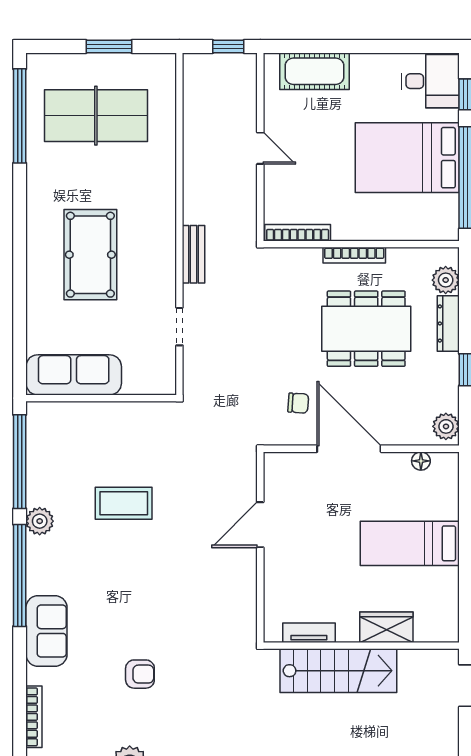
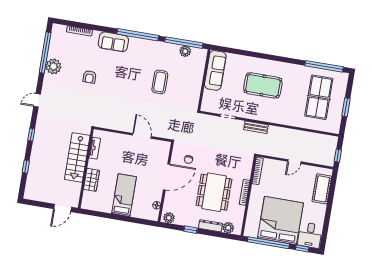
bed: (407, 158) -> (280, 221), width x1.36
plant: (40, 521) -> (185, 51), moved

